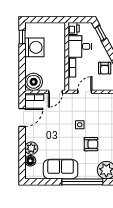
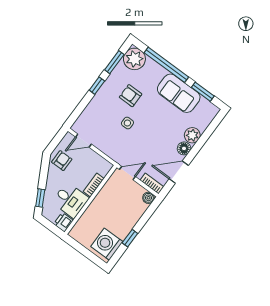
window: (22, 37) -> (130, 238), moved
washing machine: (34, 47) -> (107, 244), moved
boiler: (34, 82) -> (149, 198), width x0.54, depth x0.54
door: (85, 92) -> (83, 141), moved
floor lamp: (30, 161) -> (184, 148), moved
window: (46, 182) -> (203, 92), added

